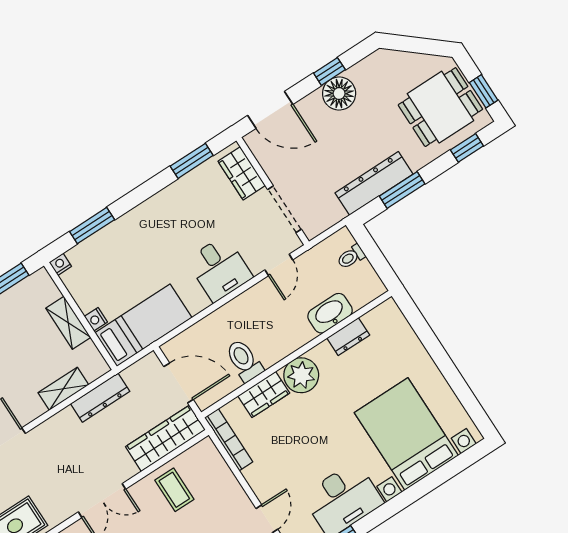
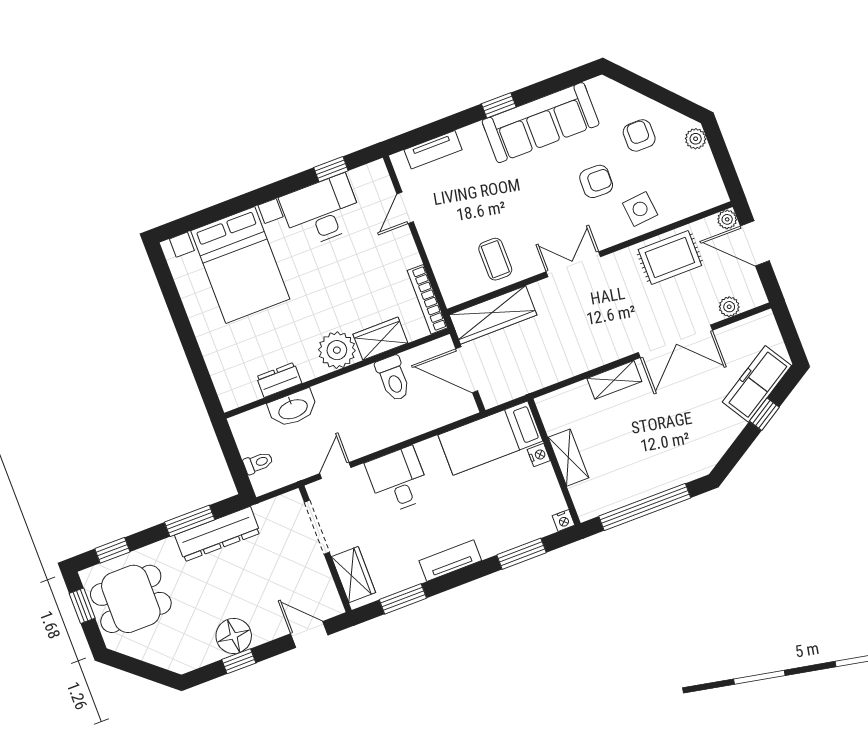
door: (270, 110) -> (309, 634), width x0.73
tv unit: (156, 205) -> (450, 561), added
shelving: (63, 389) -> (614, 380), moved
dresser: (100, 398) -> (552, 372), removed

